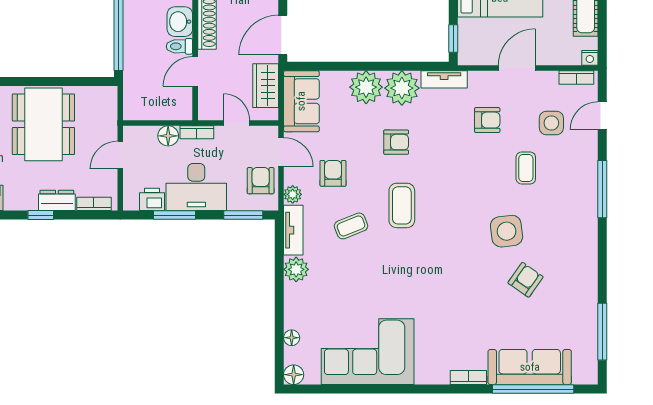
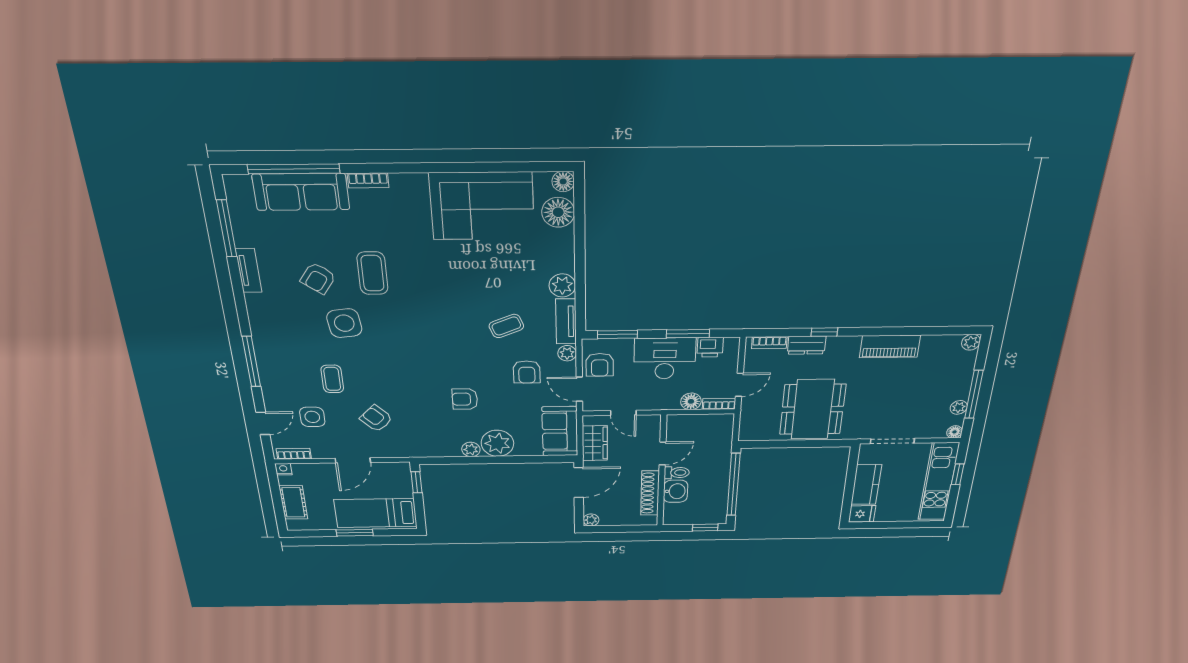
tv unit: (444, 79) -> (249, 271), moved, turned 90
plant: (402, 88) -> (471, 449), width x0.53, depth x0.53
armchair: (487, 120) -> (376, 418), turned 45
bookcase: (197, 132) -> (719, 404), moved
coffee table: (402, 205) -> (372, 273), moved
floor lamp: (292, 338) -> (558, 212), width x1.89, depth x1.89

